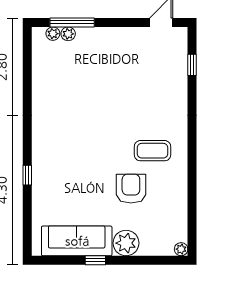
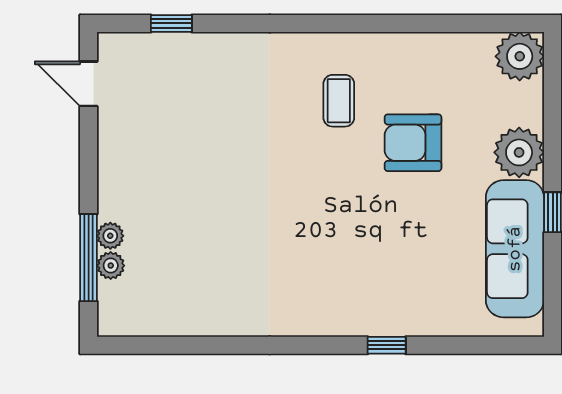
plant: (53, 34) -> (110, 236), moved
coffee table: (153, 151) -> (339, 101), width x0.73, depth x0.77
plant: (181, 249) -> (520, 56), width x1.88, depth x1.88

